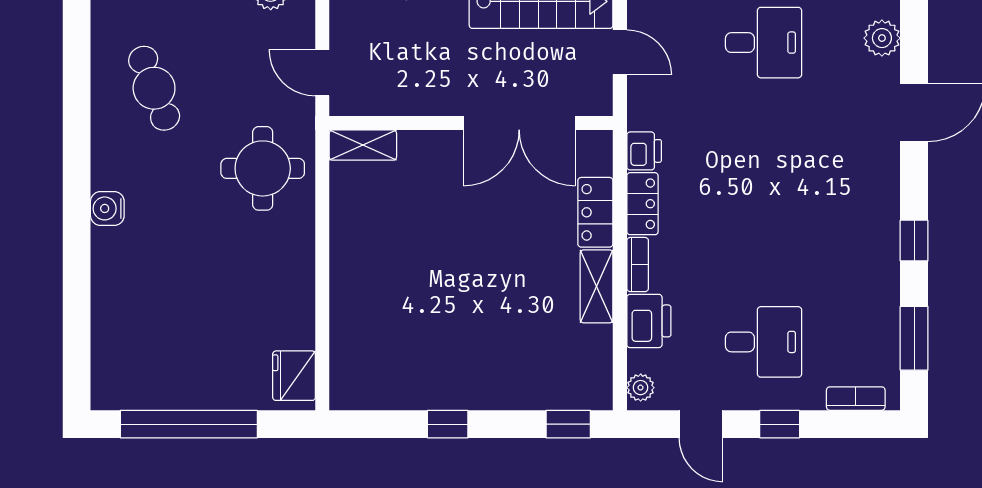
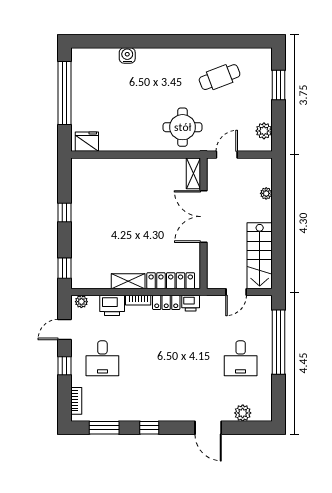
double door: (519, 123) -> (203, 217), moved
water cooler: (107, 208) -> (127, 55), moved
locker: (595, 212) -> (171, 281), width x1.53

